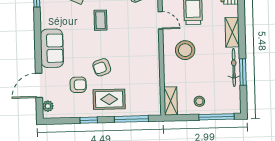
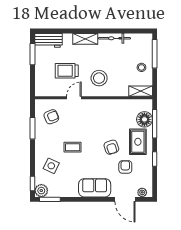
window: (243, 72) -> (118, 31), removed
floor lamp: (136, 107) -> (144, 119), added

